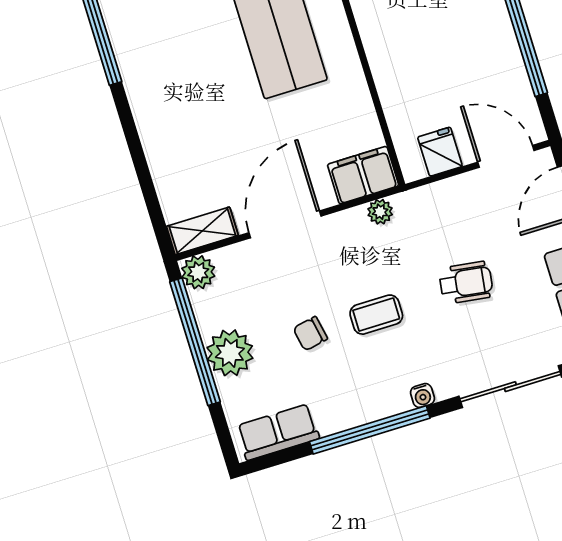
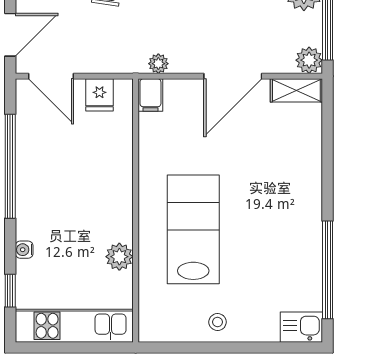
filing cabinet: (363, 175) -> (150, 95), width x0.50

